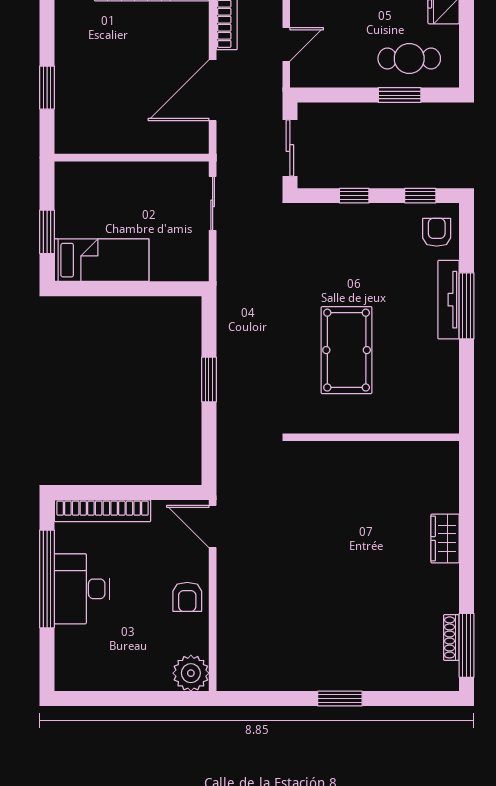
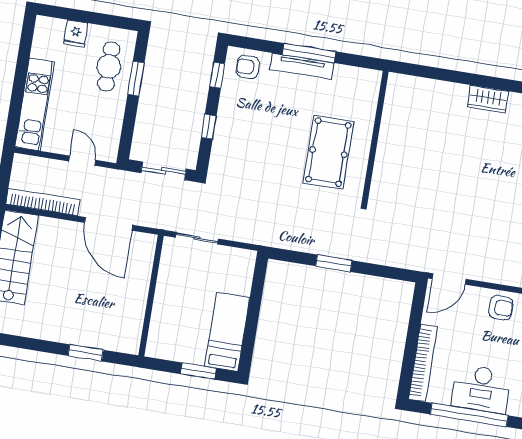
pool table: (347, 350) -> (328, 152), turned 90
wall: (375, 437) -> (375, 137), moved

